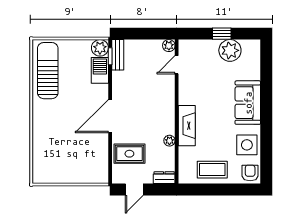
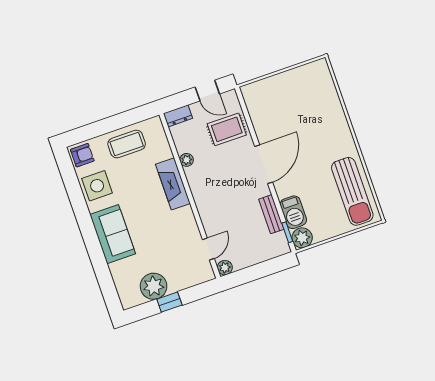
bench: (118, 55) -> (271, 214), moved
armchair: (250, 173) -> (82, 155), turned -90
door: (134, 190) -> (207, 91), swing flipped

